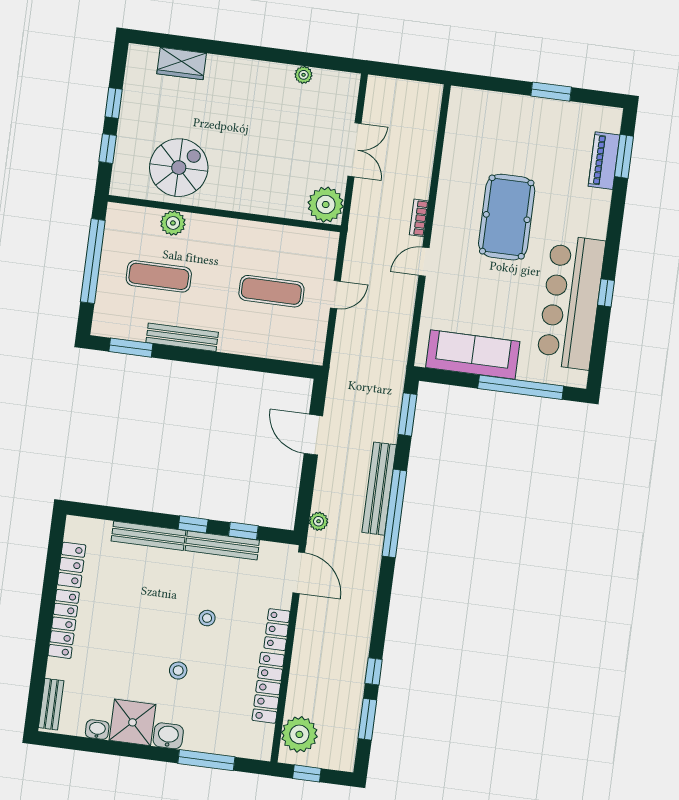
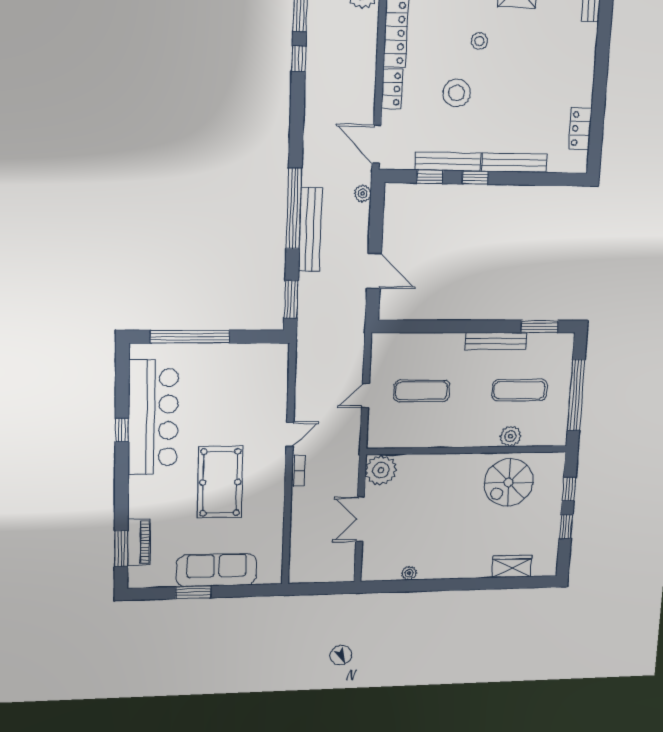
sofa: (473, 355) -> (216, 570), moved, turned 180
stool: (207, 618) -> (457, 93), width x1.89, depth x1.89
locker: (64, 624) -> (584, 74), removed

